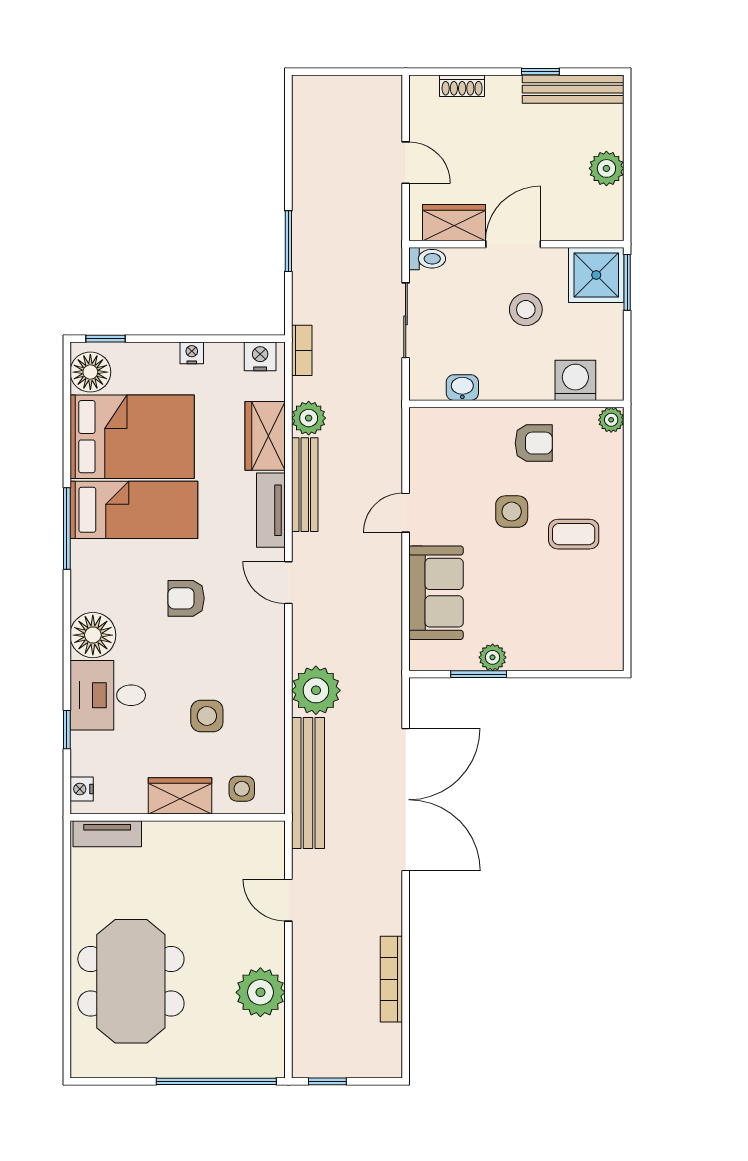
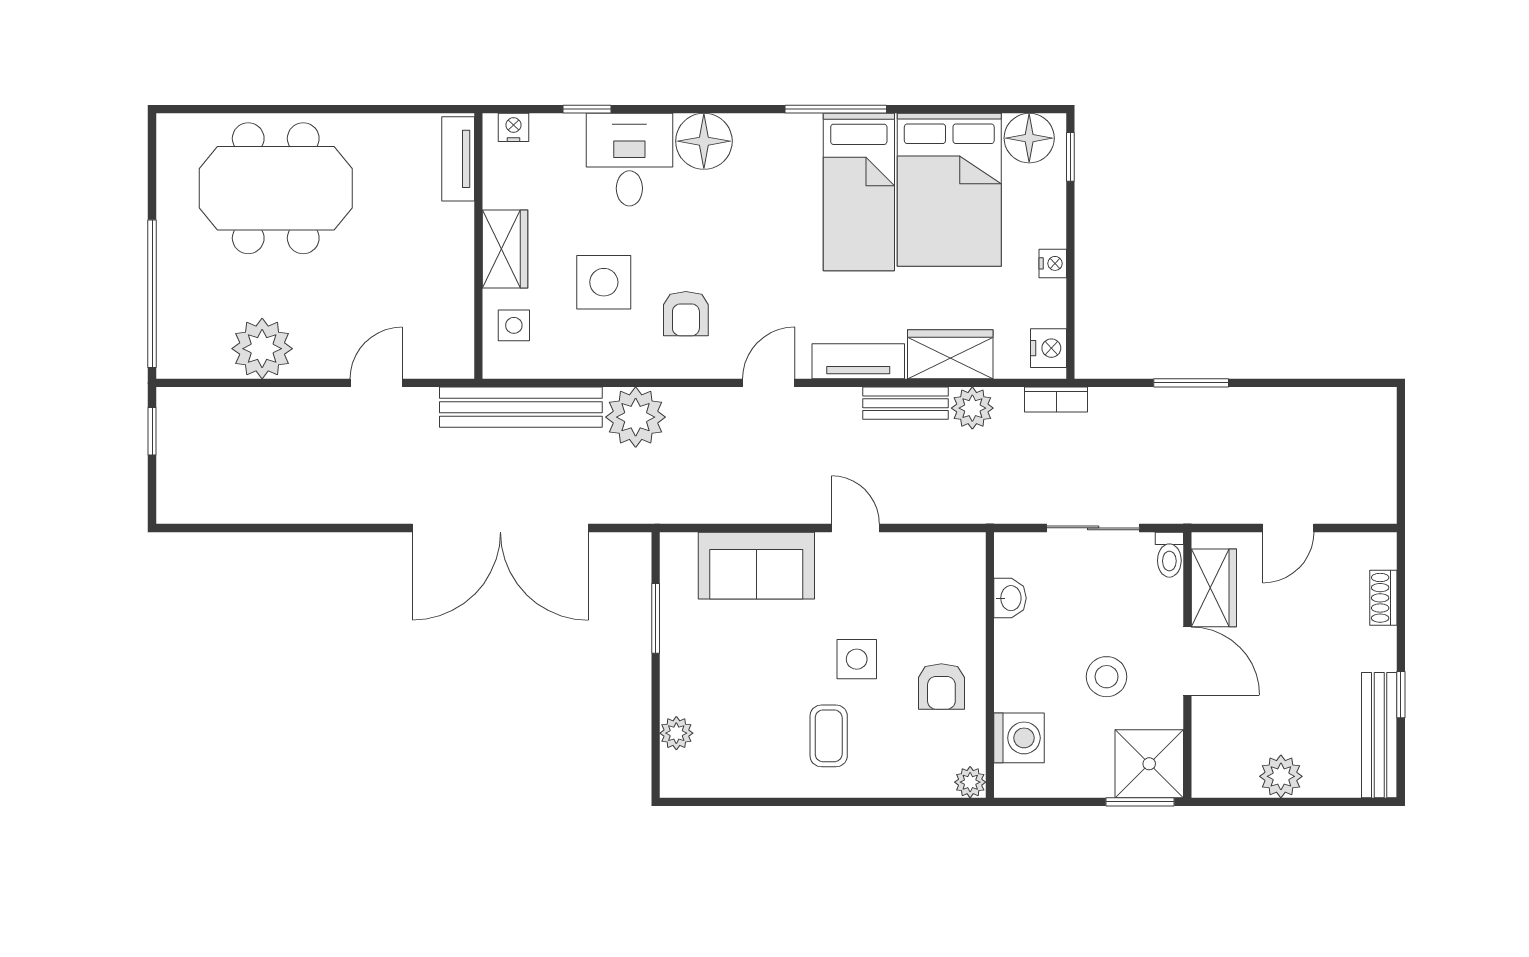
bench: (305, 485) -> (905, 403), width x0.73
armchair: (186, 598) -> (686, 314), moved, turned 180
plant: (493, 657) -> (676, 733), moved
side table: (207, 716) -> (604, 282), width x1.37, depth x1.37
bookcase: (391, 979) -> (278, 510), removed

